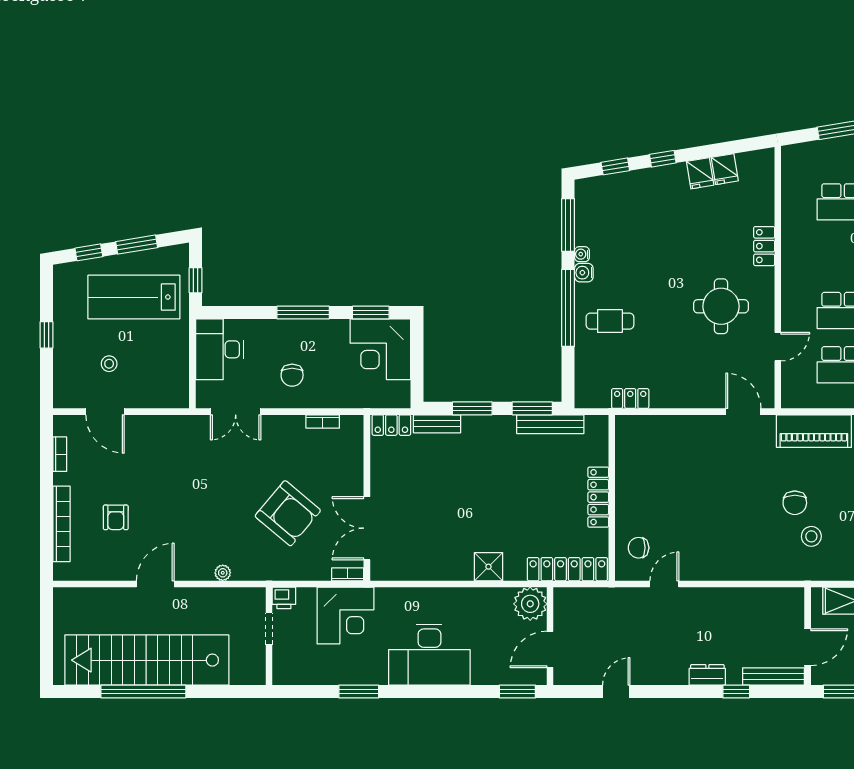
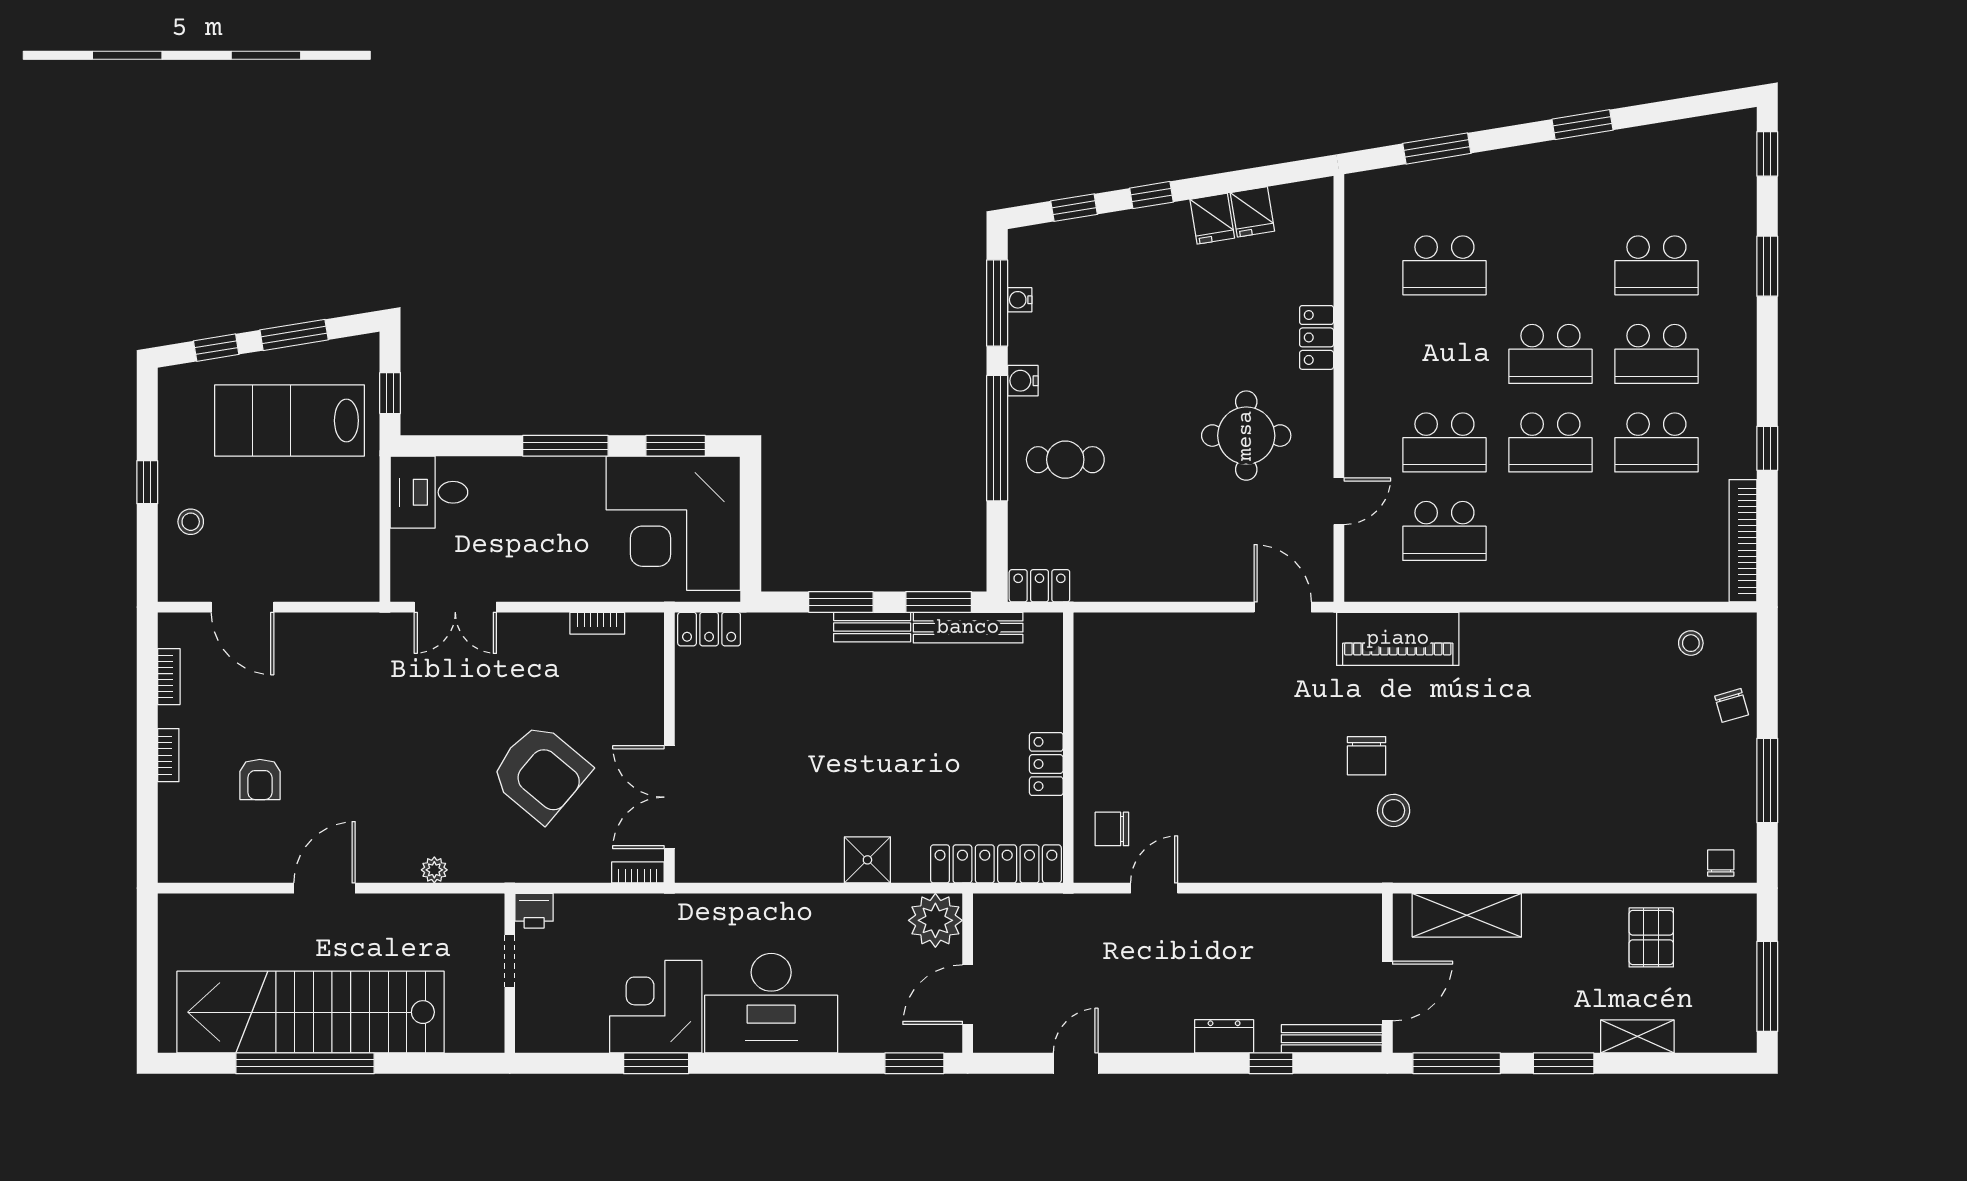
water cooler: (582, 254) -> (1020, 300), moved
desk: (219, 349) -> (429, 492), width x0.73
corner desk: (380, 349) -> (673, 523), width x1.36, depth x1.36
stool: (109, 364) -> (191, 522), moved
chair: (292, 375) -> (547, 548), removed
locker: (630, 398) -> (1039, 586), moved
bench: (437, 424) -> (872, 627), moved
locker: (598, 497) -> (1046, 764), width x0.66
bookcase: (62, 524) -> (168, 755), width x0.43, depth x0.76
corner desk: (345, 616) -> (656, 1007), moved, turned 180

